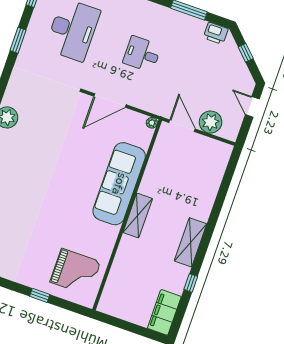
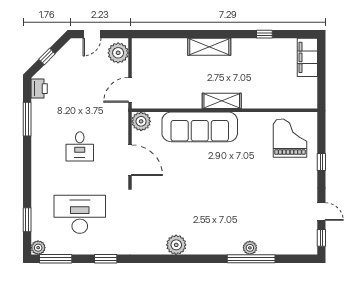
plant: (211, 122) -> (118, 53), moved
plant: (152, 123) -> (141, 121), width x1.87, depth x1.87
shelving: (190, 242) -> (209, 47), moved
filing cabinet: (164, 312) -> (307, 57), moved, turned 90

